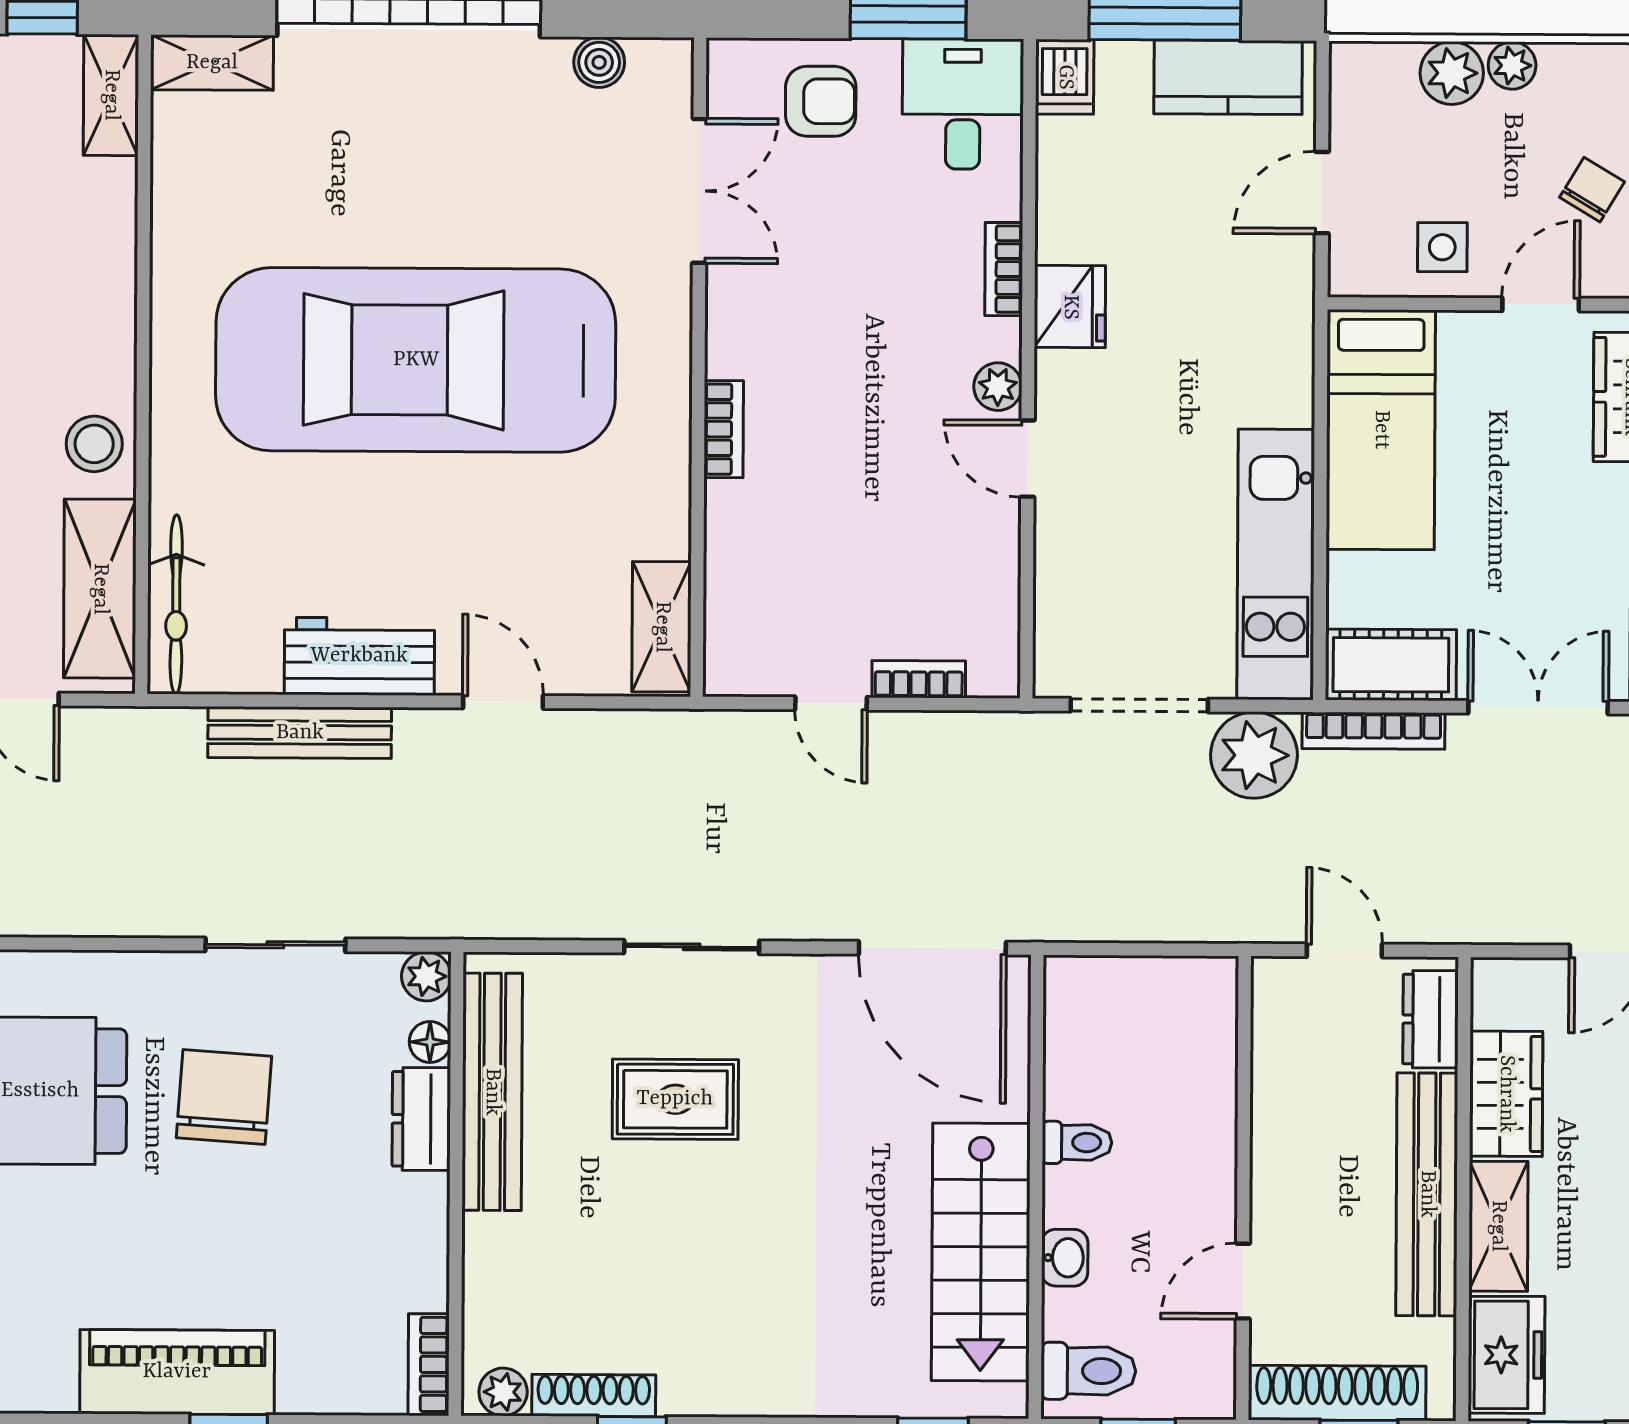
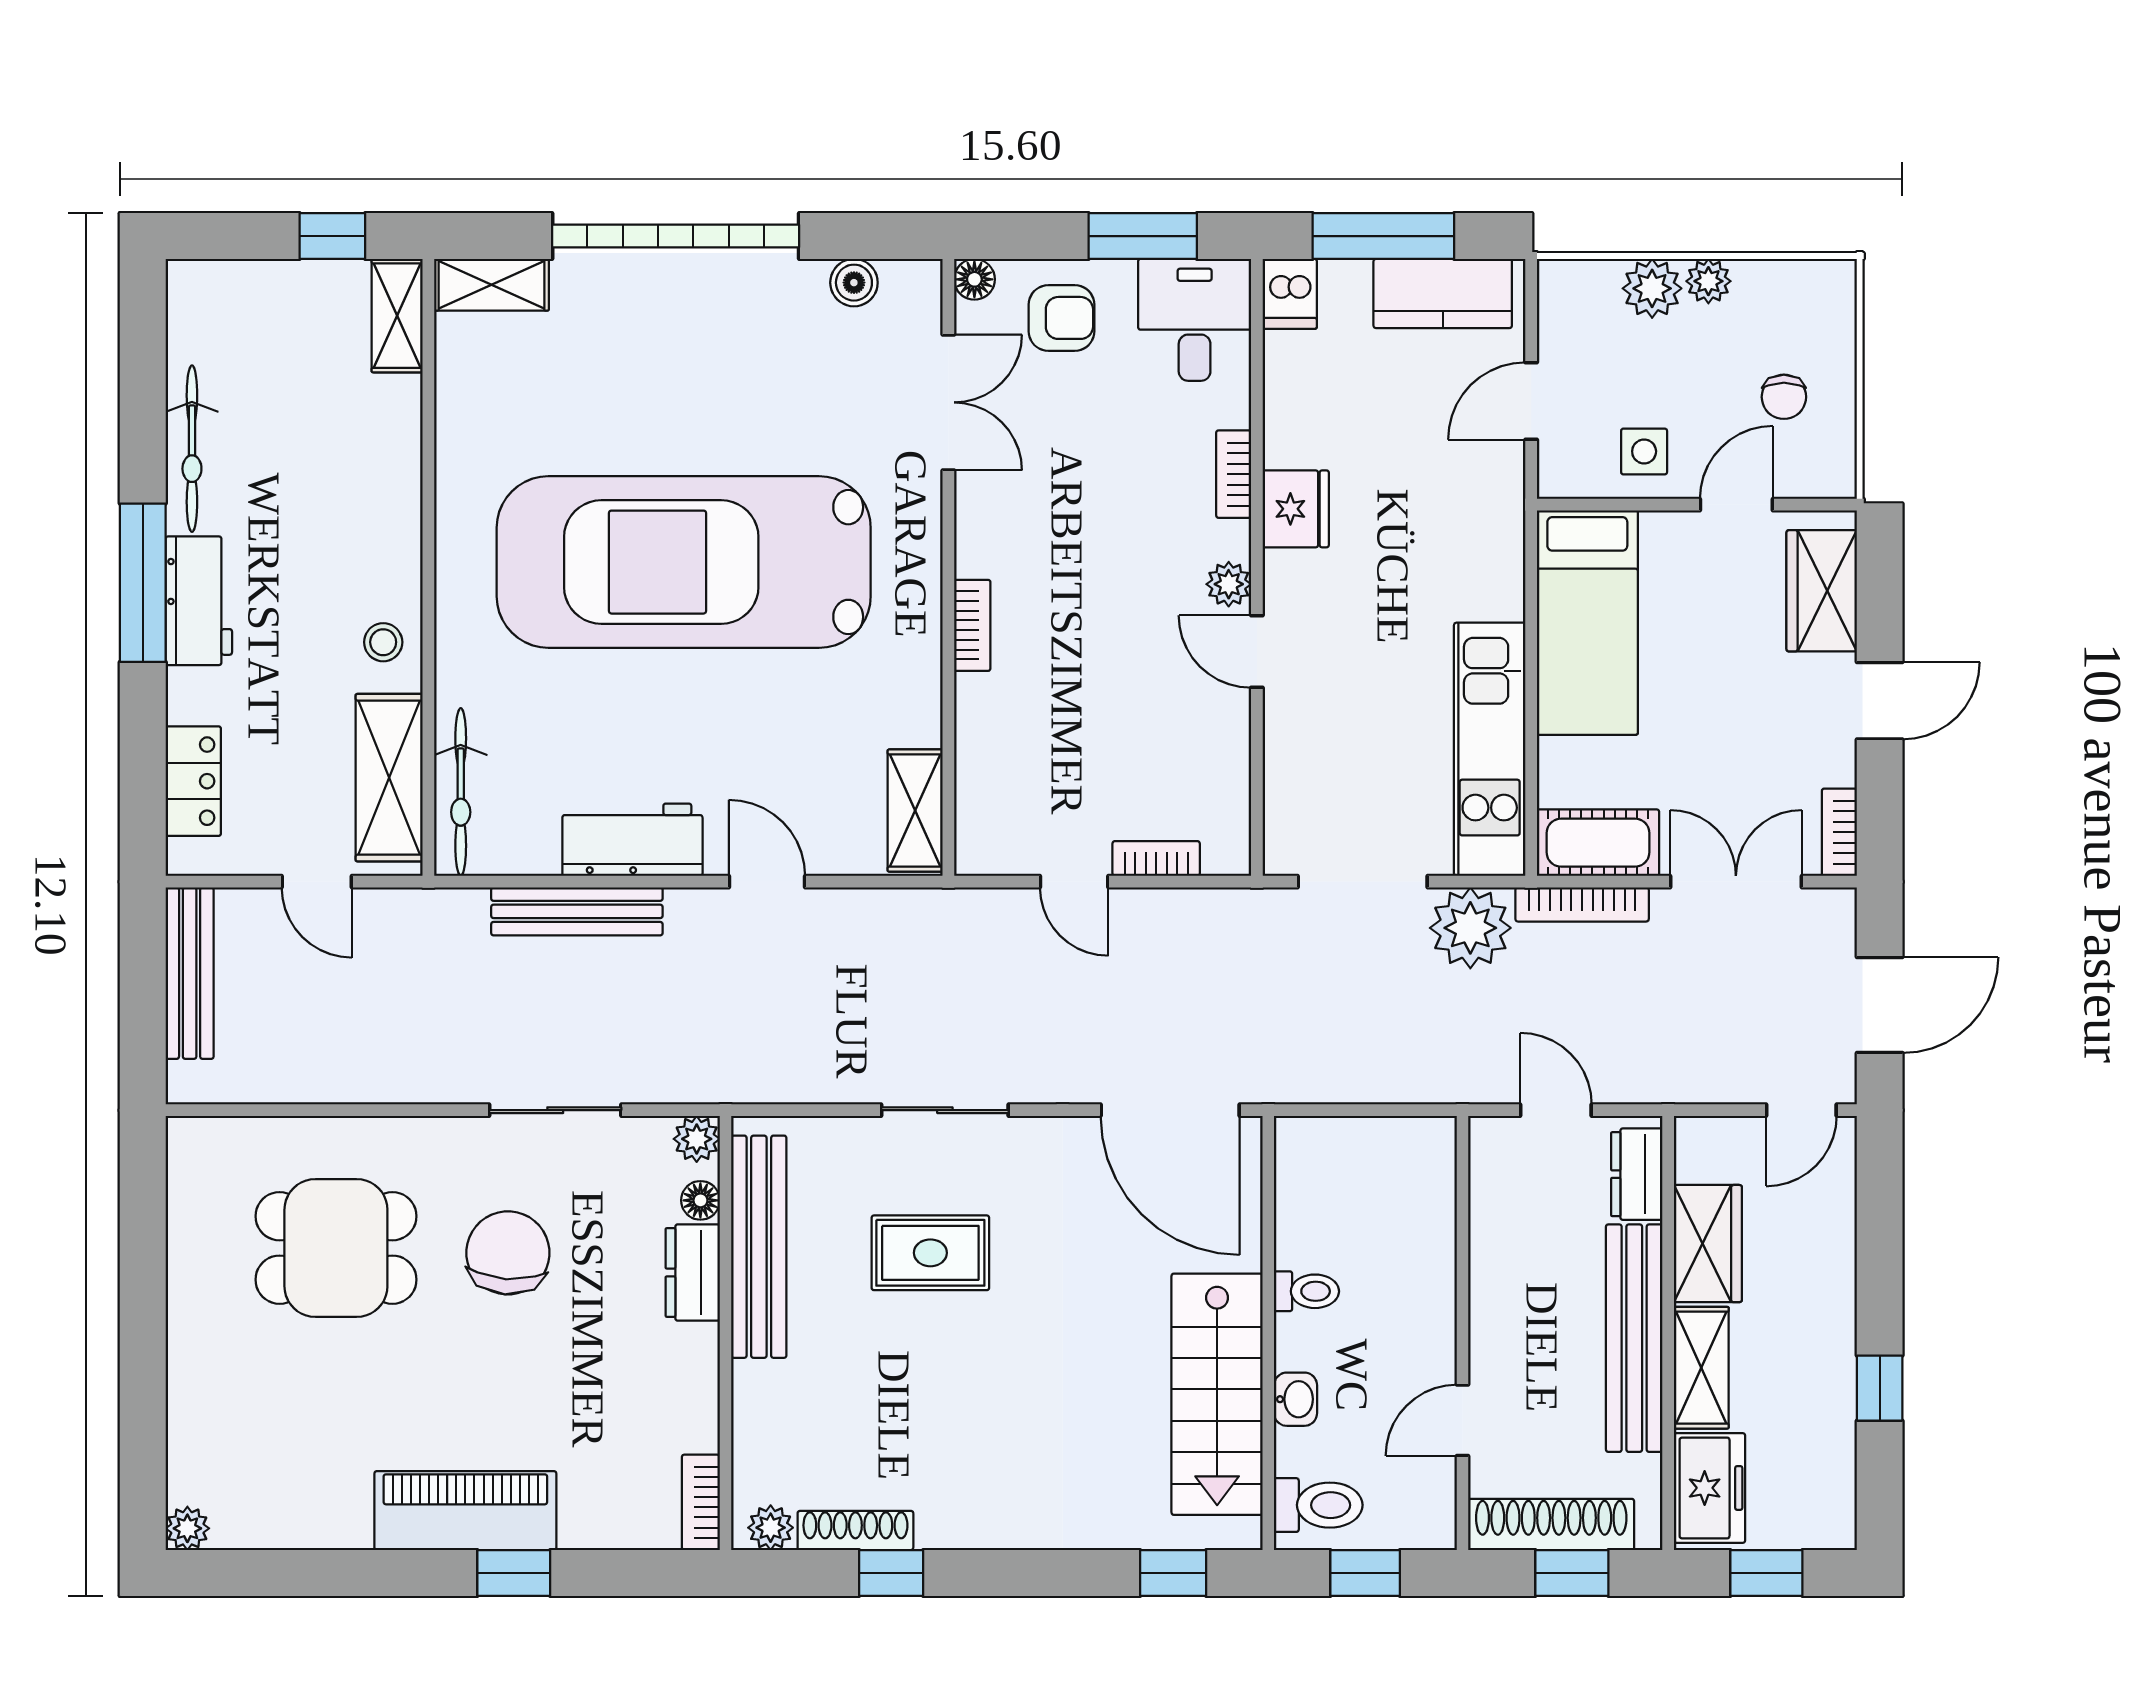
floor lamp: (728, 59) -> (974, 279), added
chair: (1592, 190) -> (1784, 397), turned 149
stool: (94, 444) -> (383, 642), width x0.73, depth x0.73

